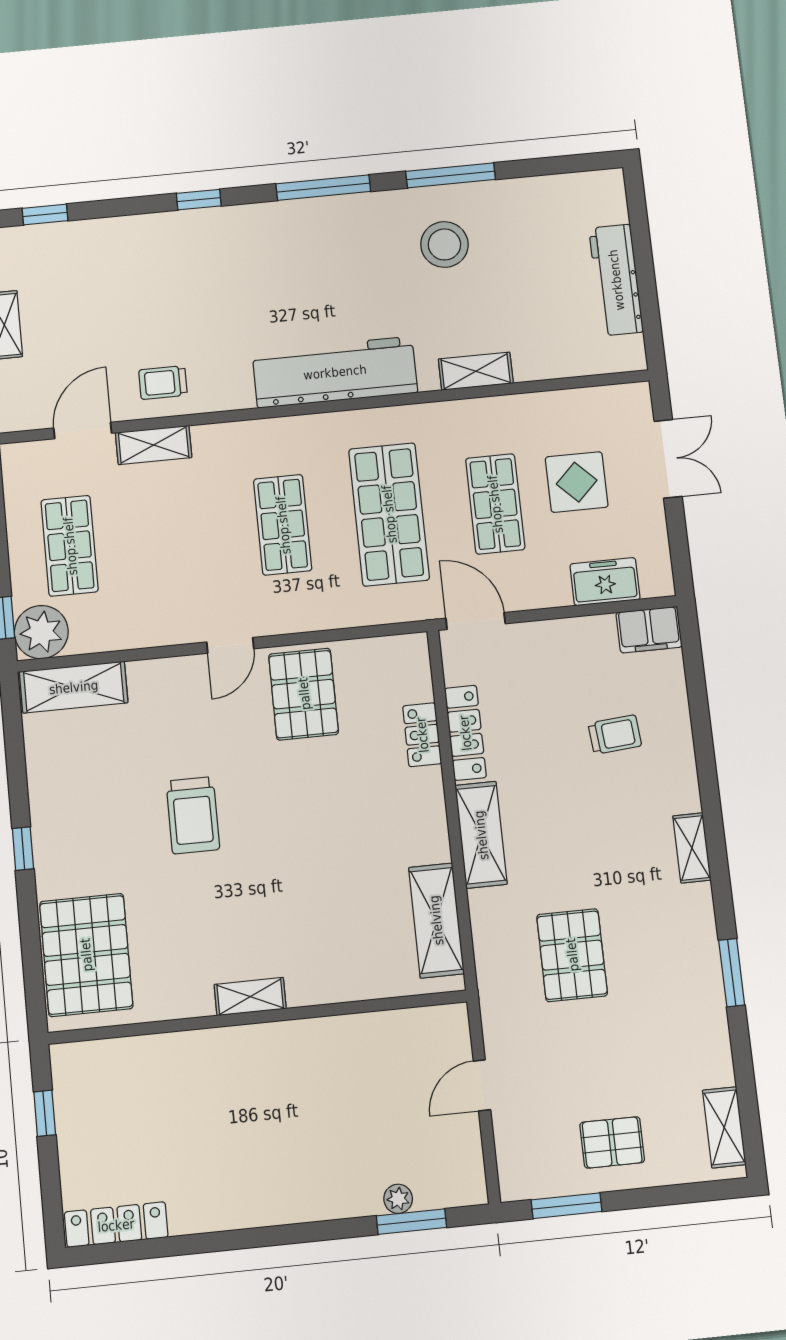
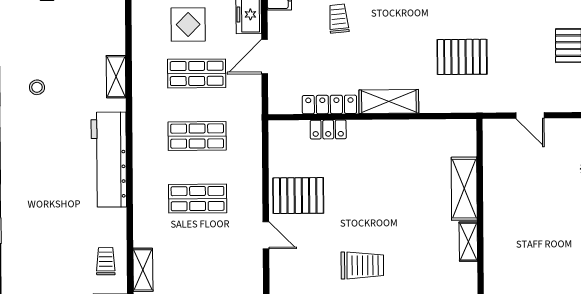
stool: (444, 244) -> (37, 87), width x0.53, depth x0.53
trolley: (163, 383) -> (106, 261), turned 180
shop shelf: (389, 514) -> (197, 136), width x0.70, depth x0.74
door: (476, 621) -> (265, 57), moved
shelving: (436, 920) -> (464, 189), moved, turned 90

